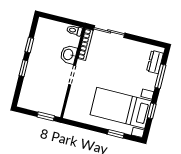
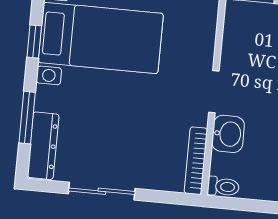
sliding door: (109, 31) -> (102, 191), moved
dresser: (155, 62) -> (43, 146), width x1.44

